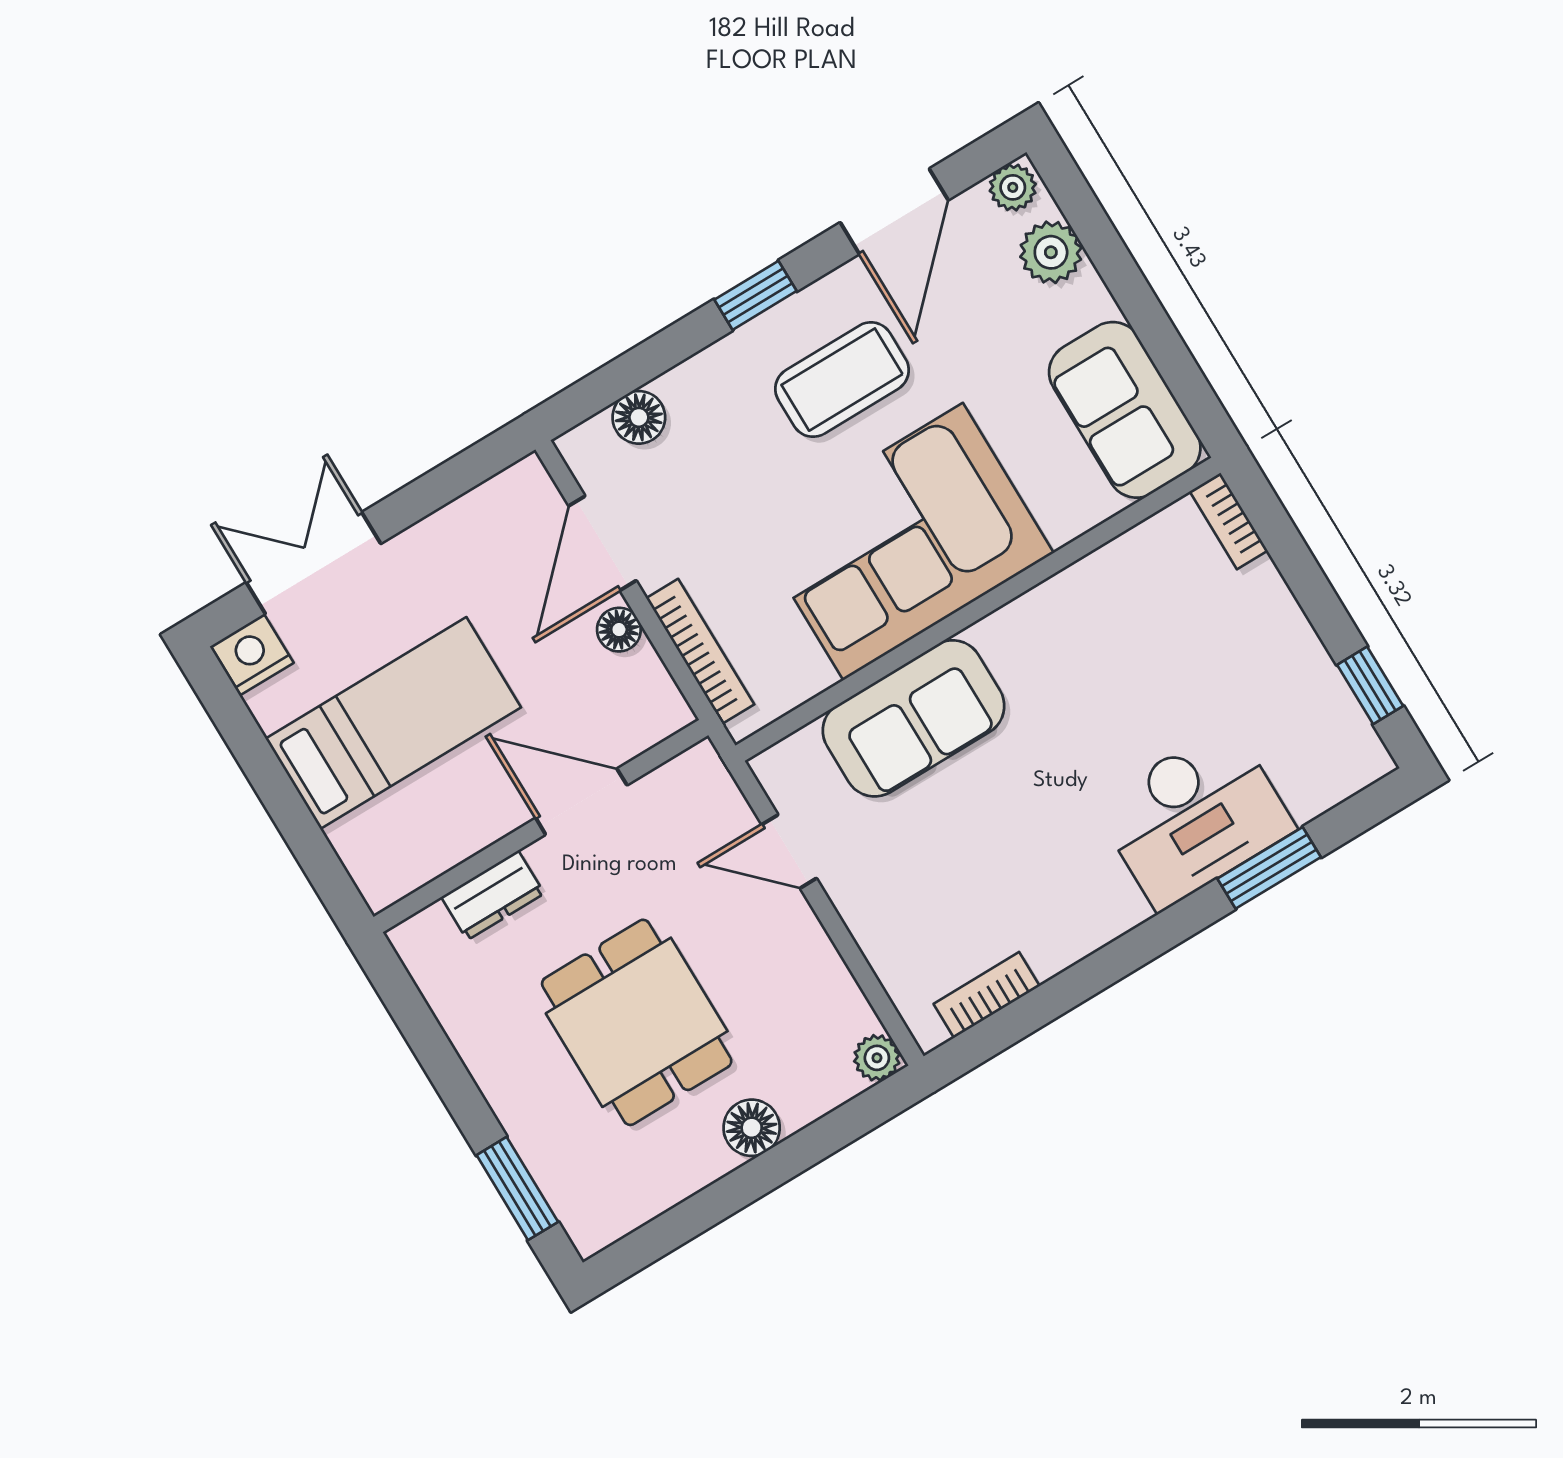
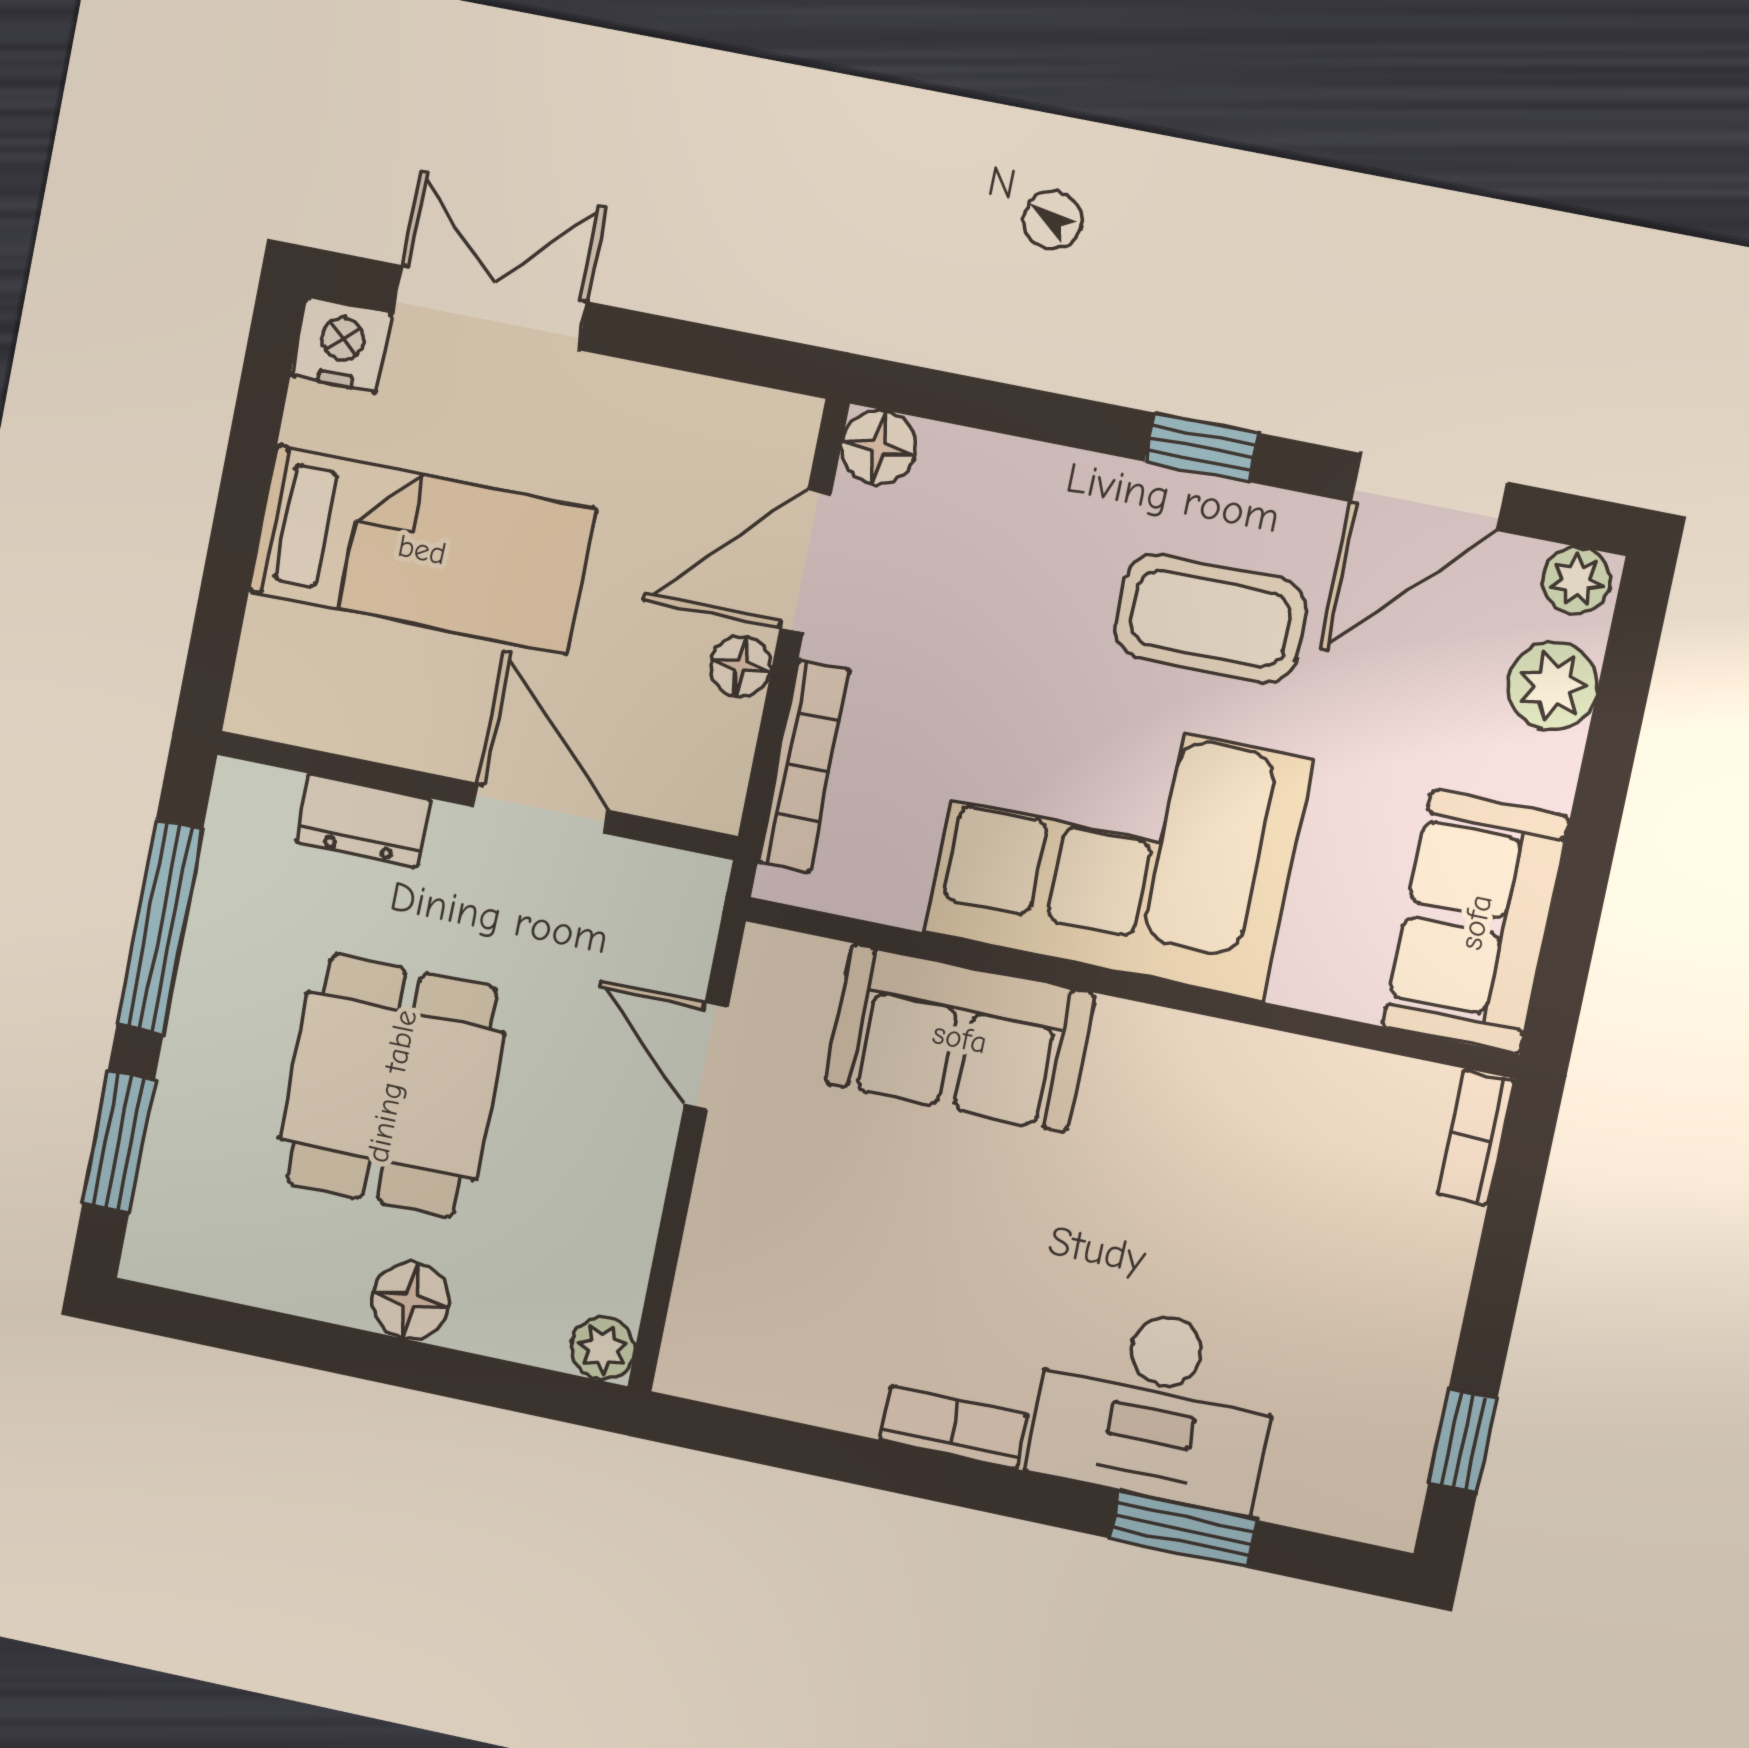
floor lamp: (639, 417) -> (879, 447), moved
bookcase: (987, 995) -> (954, 1427), moved
window: (435, 1053) -> (160, 927), added

